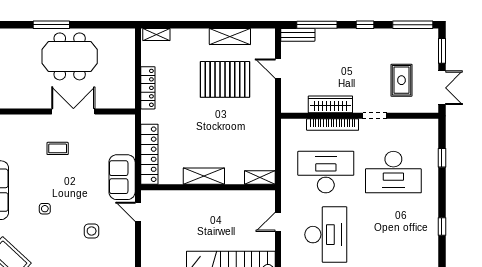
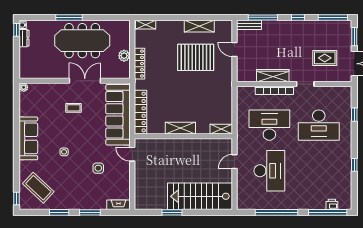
meeting table: (70, 56) -> (82, 41), width x1.36
plant: (127, 77) -> (124, 56), added
rug: (401, 80) -> (325, 58), turned 90
sofa: (122, 177) -> (118, 115), width x1.85, depth x1.27

